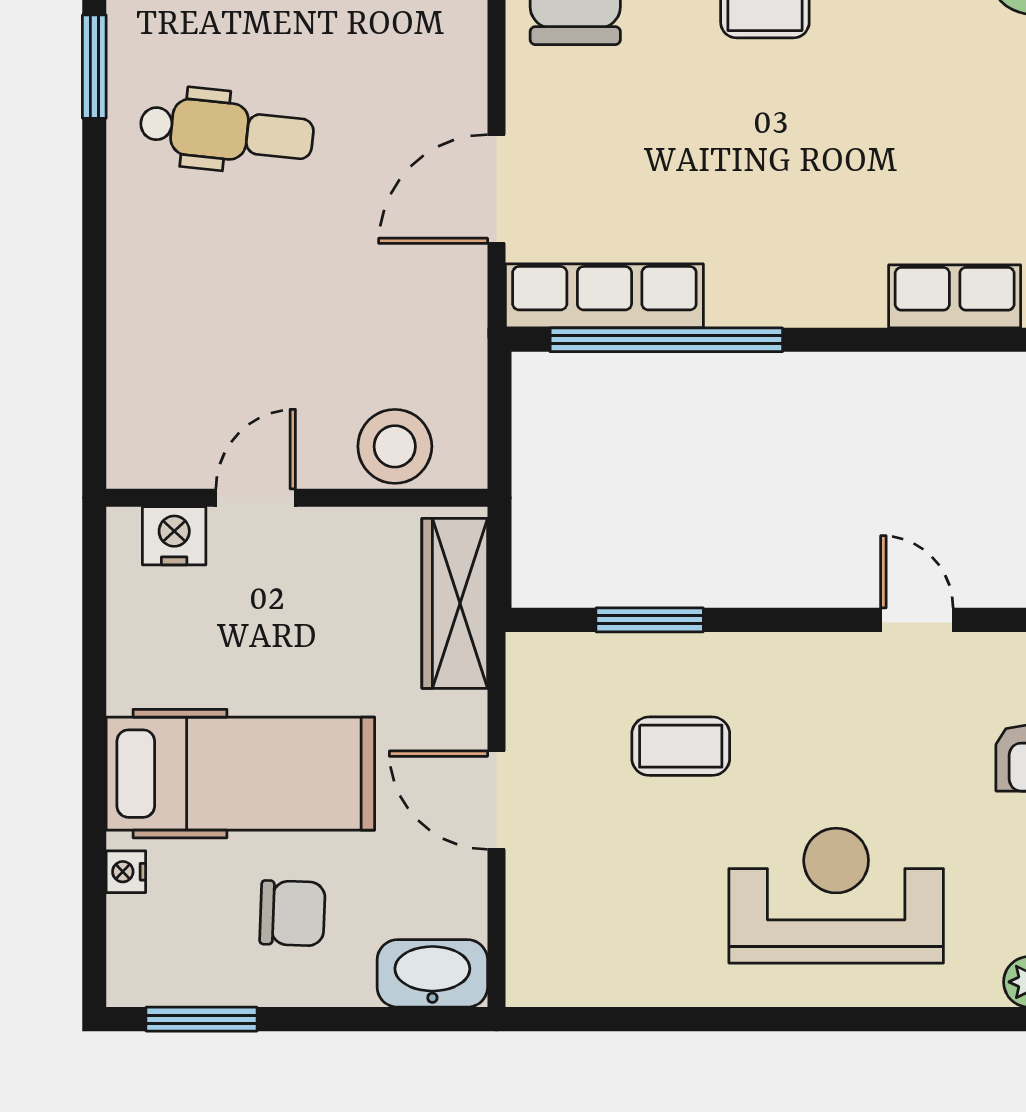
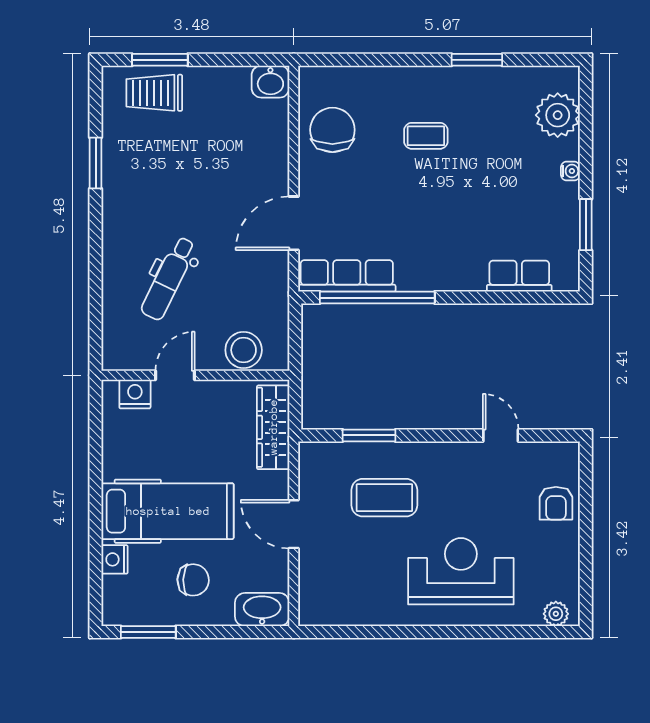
dental chair: (227, 131) -> (169, 278), moved, turned 110
coffee table: (681, 746) -> (384, 498), width x1.36, depth x1.30
nightstand: (126, 872) -> (115, 559), width x1.39, depth x1.35

